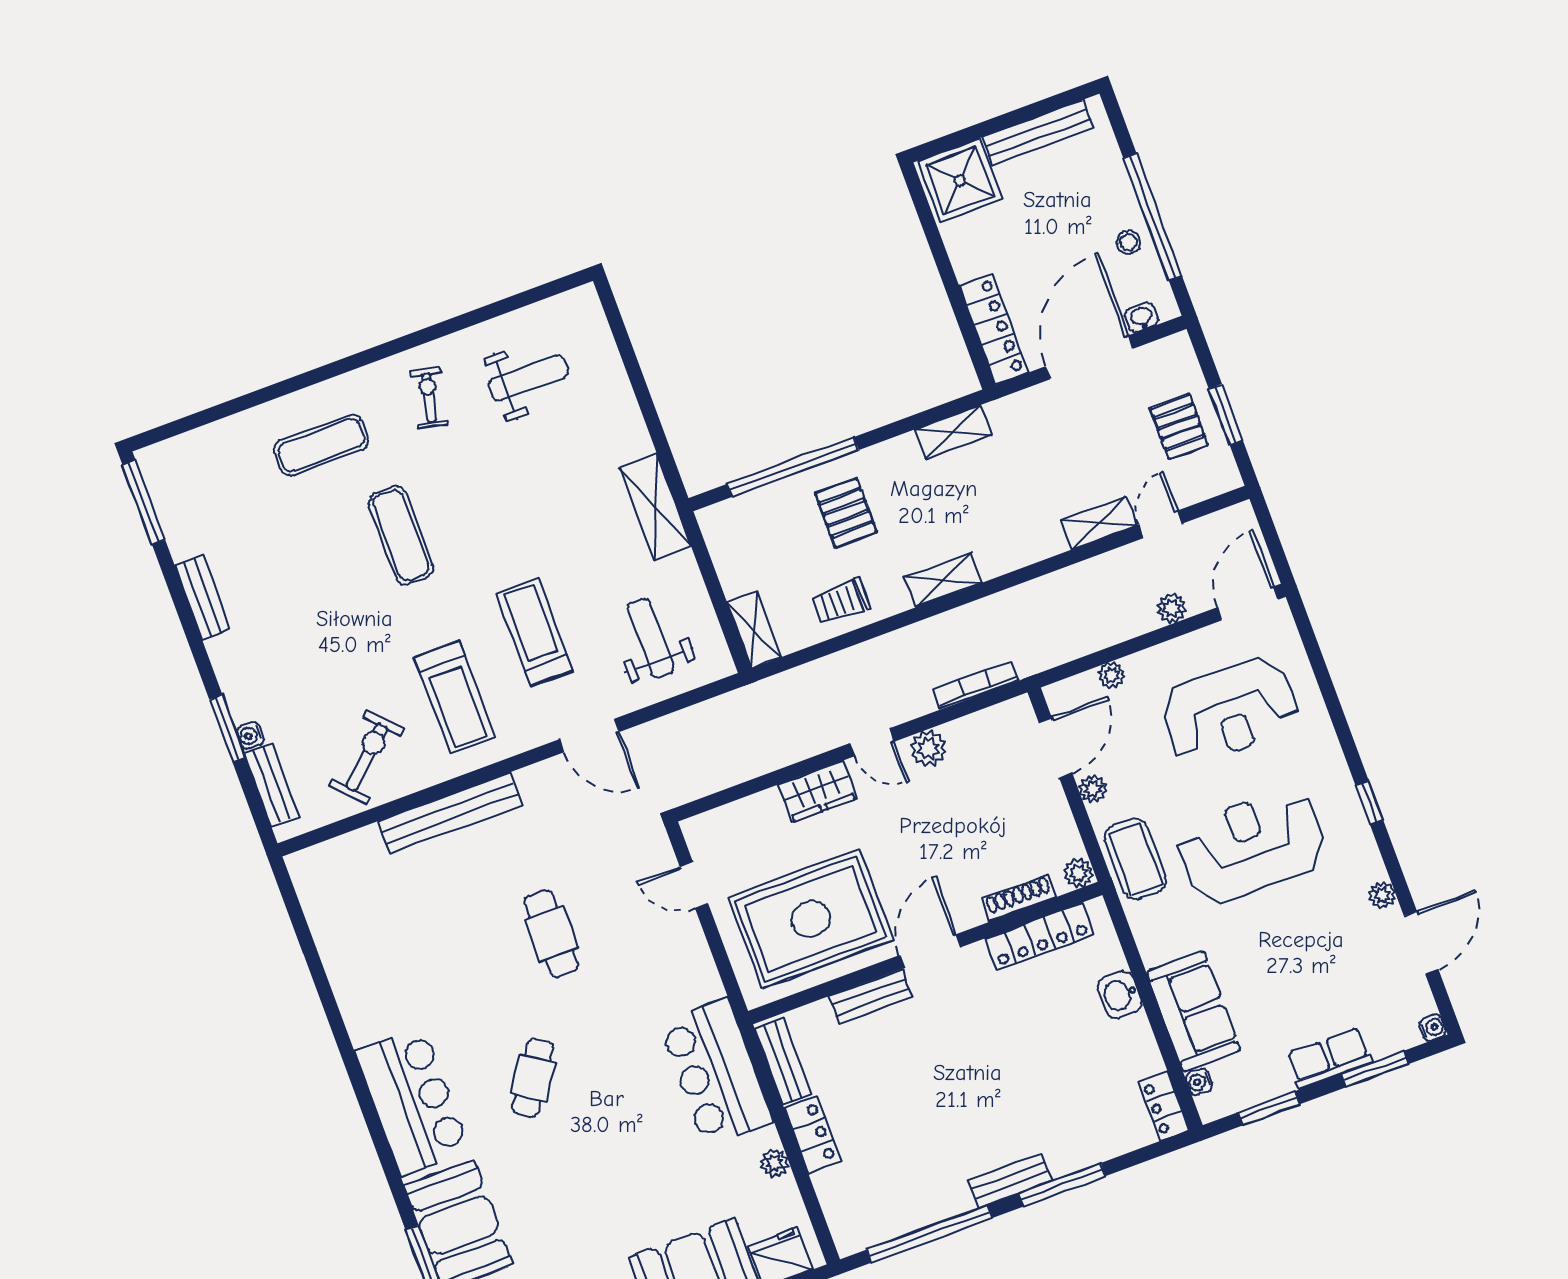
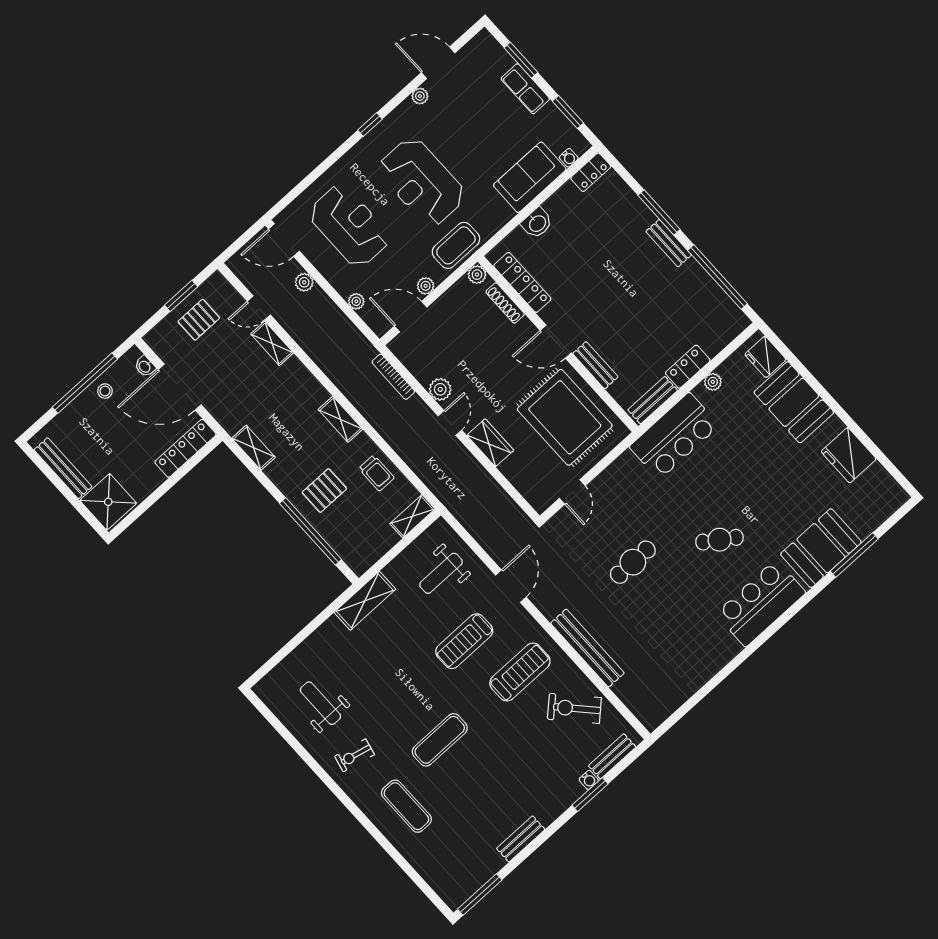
water cooler: (1433, 1028) -> (484, 37), removed

